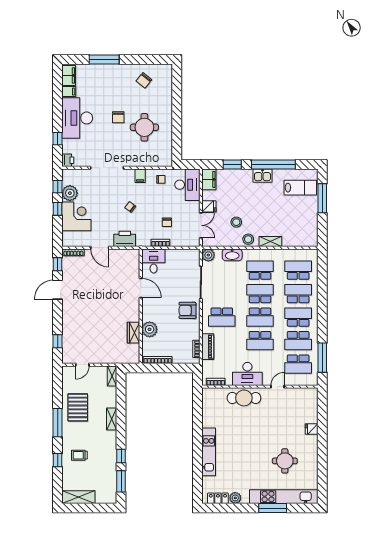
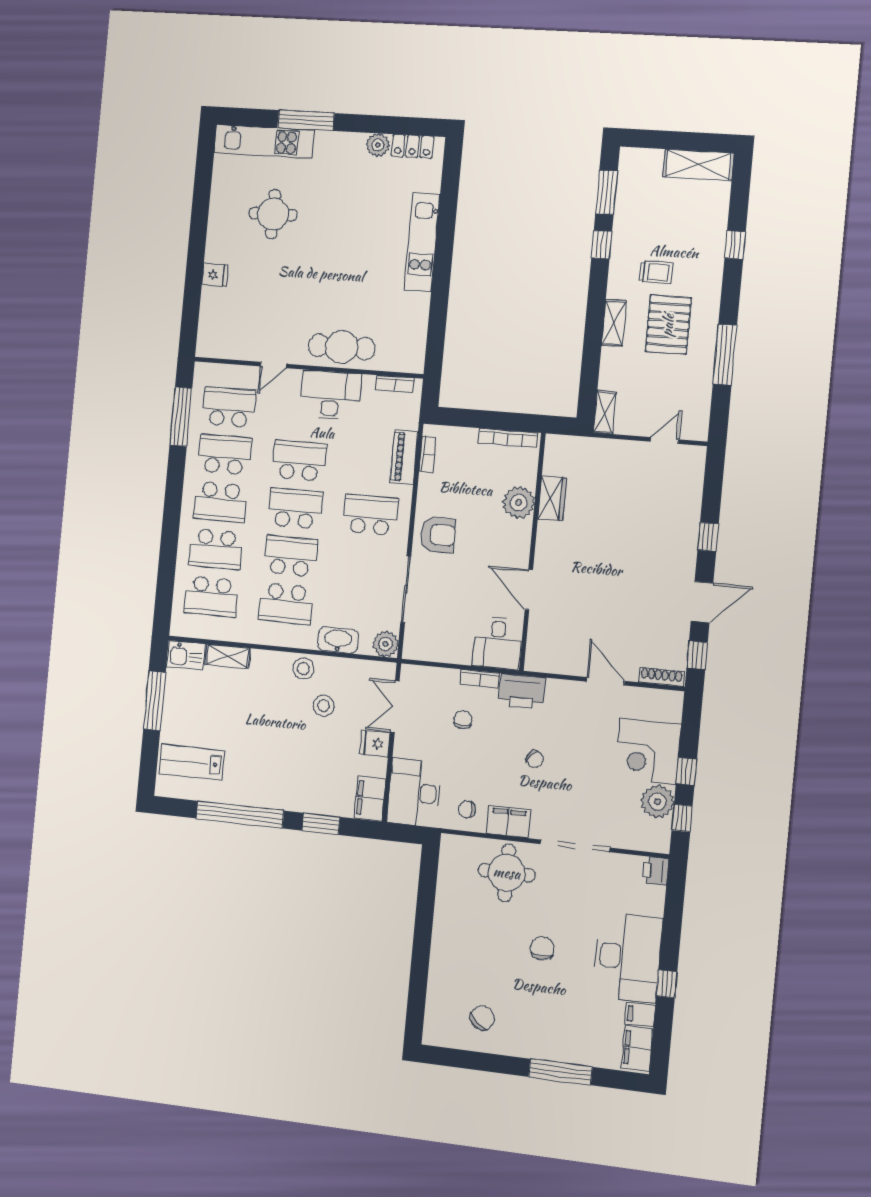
round table: (144, 127) -> (507, 873), moved
window: (58, 139) -> (667, 984), moved
filing cabinet: (140, 176) -> (509, 822), width x2.00
kitchen sink: (262, 176) -> (186, 655), moved, turned 180
window: (322, 198) -> (154, 701), moved
printer: (125, 239) -> (522, 691), moved
shelving: (270, 242) -> (228, 656), moved
school desk: (260, 294) -> (290, 556), turned 180
window: (58, 341) -> (708, 537), moved
pallet: (78, 407) -> (668, 325), moved
window: (58, 423) -> (725, 355), moved
trolley: (79, 455) -> (656, 272), moved
kitchen unit: (284, 497) -> (264, 141), width x0.73

